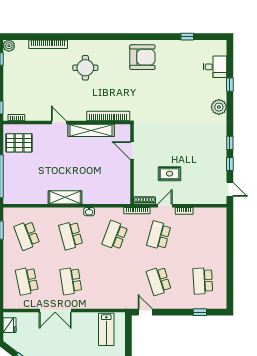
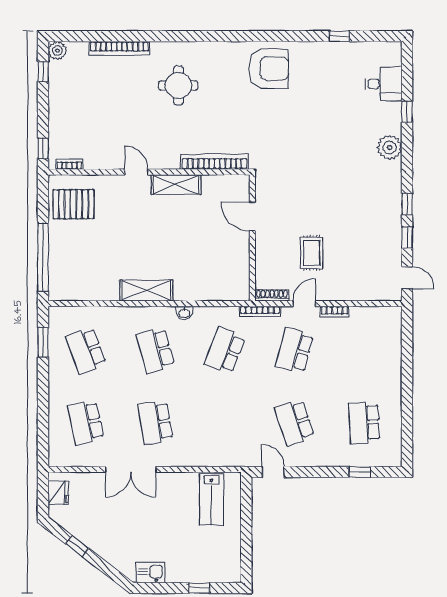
shelving: (91, 130) -> (176, 184), width x0.68
rug: (170, 174) -> (312, 253), turned 90

